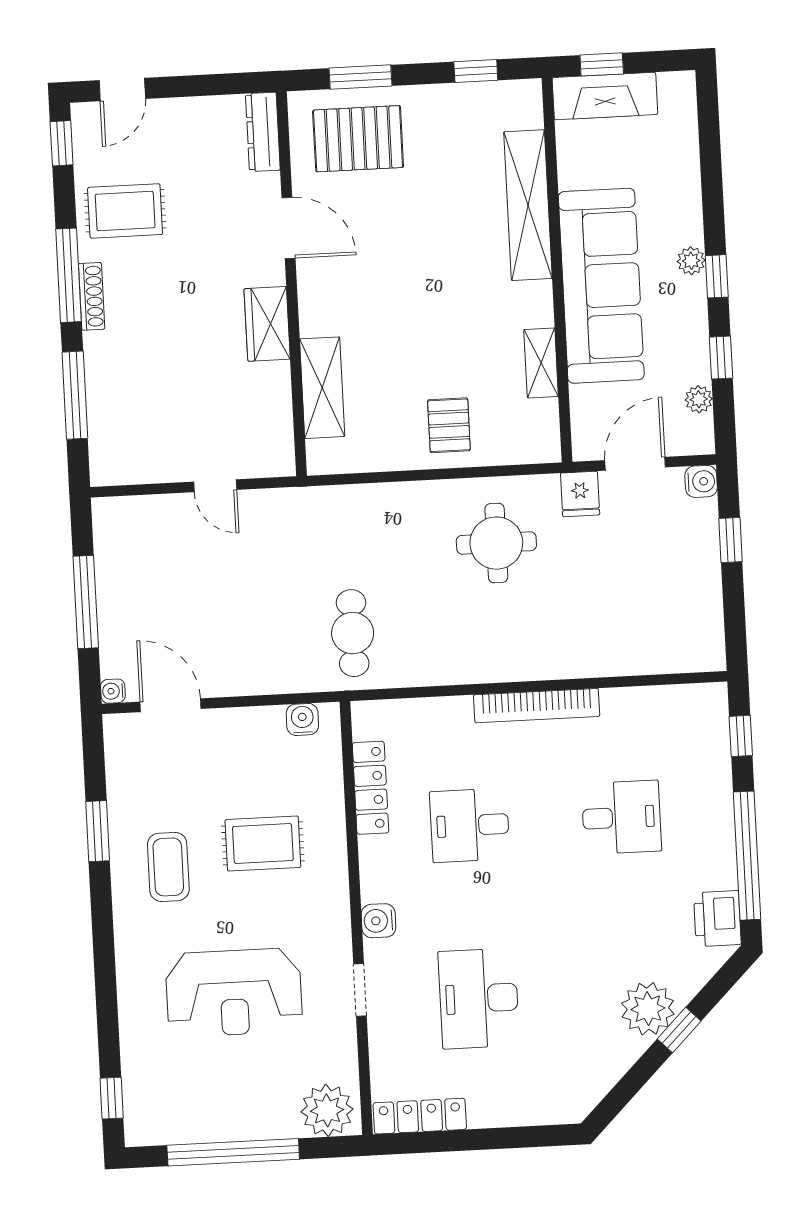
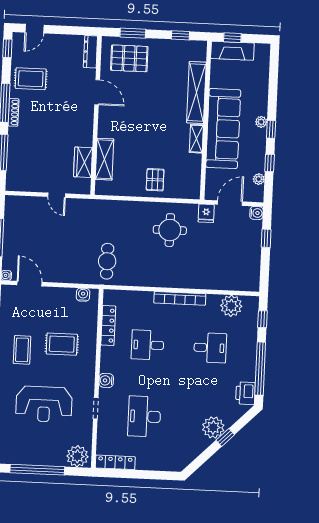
wardrobe: (267, 324) -> (83, 162), moved
shelving: (541, 363) -> (196, 139), moved
plant: (662, 711) -> (231, 306), added

